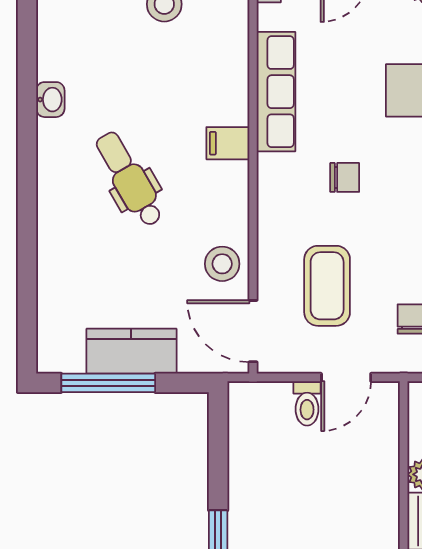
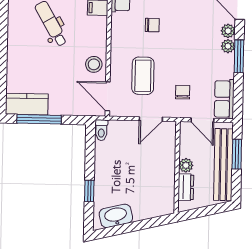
kitchen counter: (131, 351) -> (27, 104), moved
toilet: (307, 403) -> (101, 130), moved

